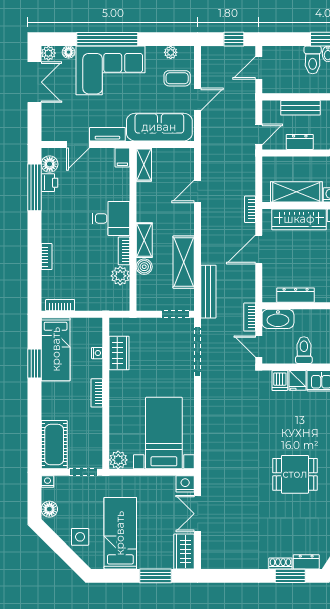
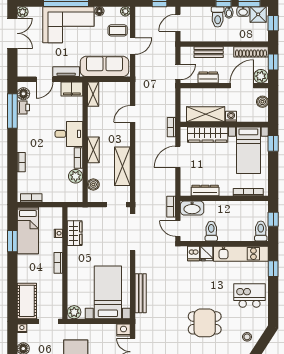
floor lamp: (69, 52) -> (99, 11), moved
plant: (171, 52) -> (125, 11), moved
filing cabinet: (122, 157) -> (72, 89), width x2.00
boiler: (144, 267) -> (93, 184), moved
bench: (208, 292) -> (141, 293), moved

